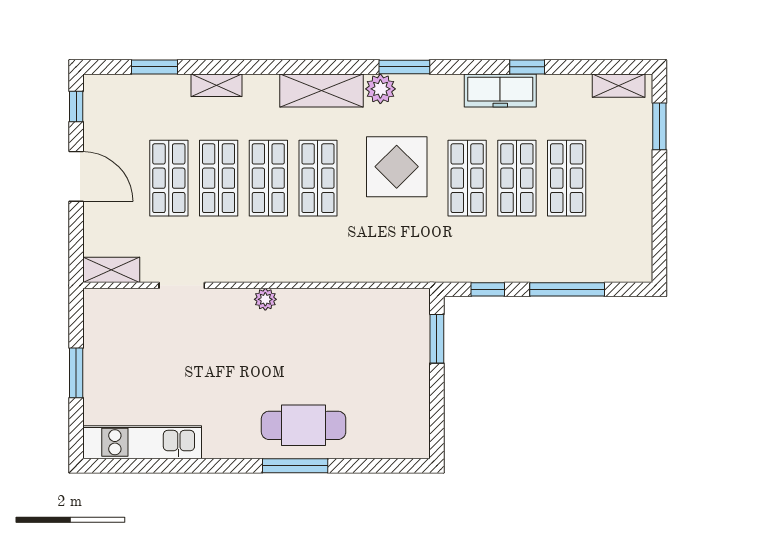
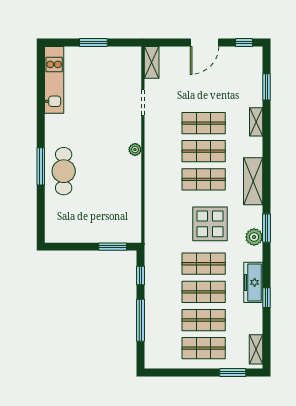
plant: (380, 89) -> (254, 237), moved
shop shelf: (169, 178) -> (204, 348), moved

